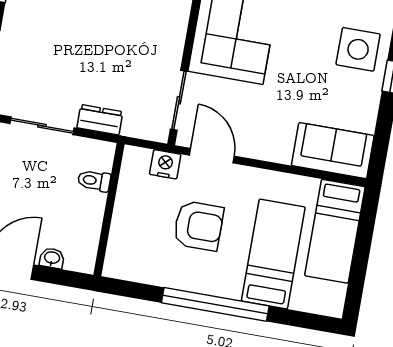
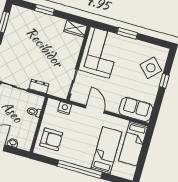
side table: (358, 49) -> (151, 68), turned 45
door: (212, 156) -> (95, 109), moved
armchair: (198, 226) -> (51, 139), moved

